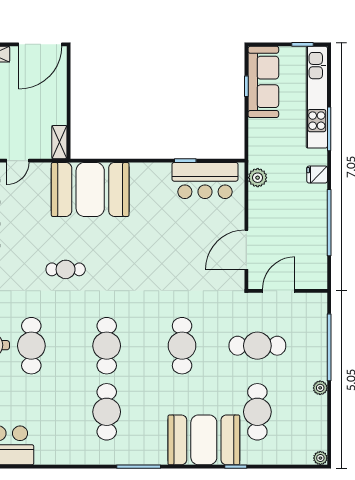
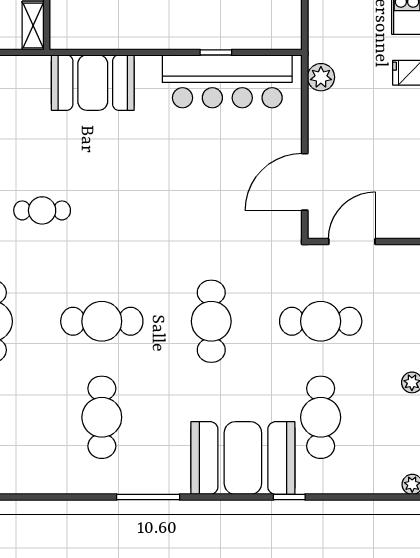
bar counter: (205, 181) -> (227, 81), width x1.36
booth: (90, 189) -> (93, 83), width x0.73, depth x0.70
cafe table: (107, 346) -> (102, 321), turned 90

